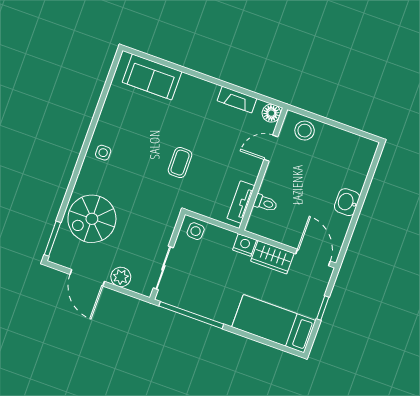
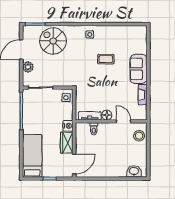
sofa: (152, 77) -> (139, 69), moved
floor lamp: (271, 113) -> (107, 115), moved
coffee table: (180, 163) -> (106, 59), moved
washbasin: (347, 202) -> (134, 171), moved

